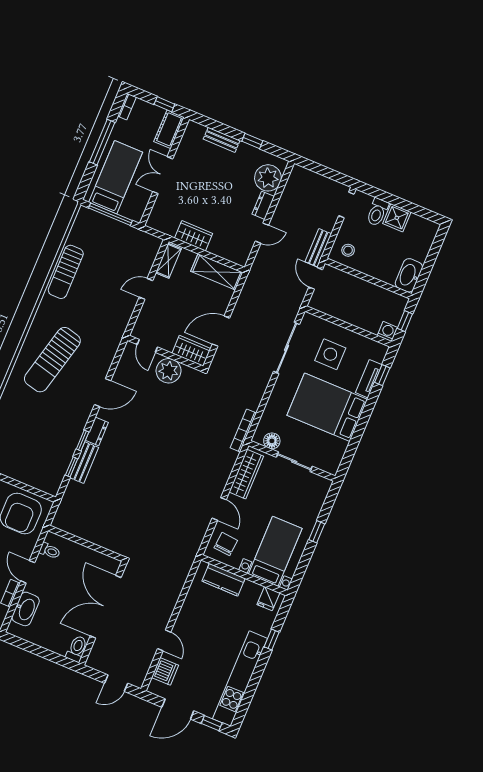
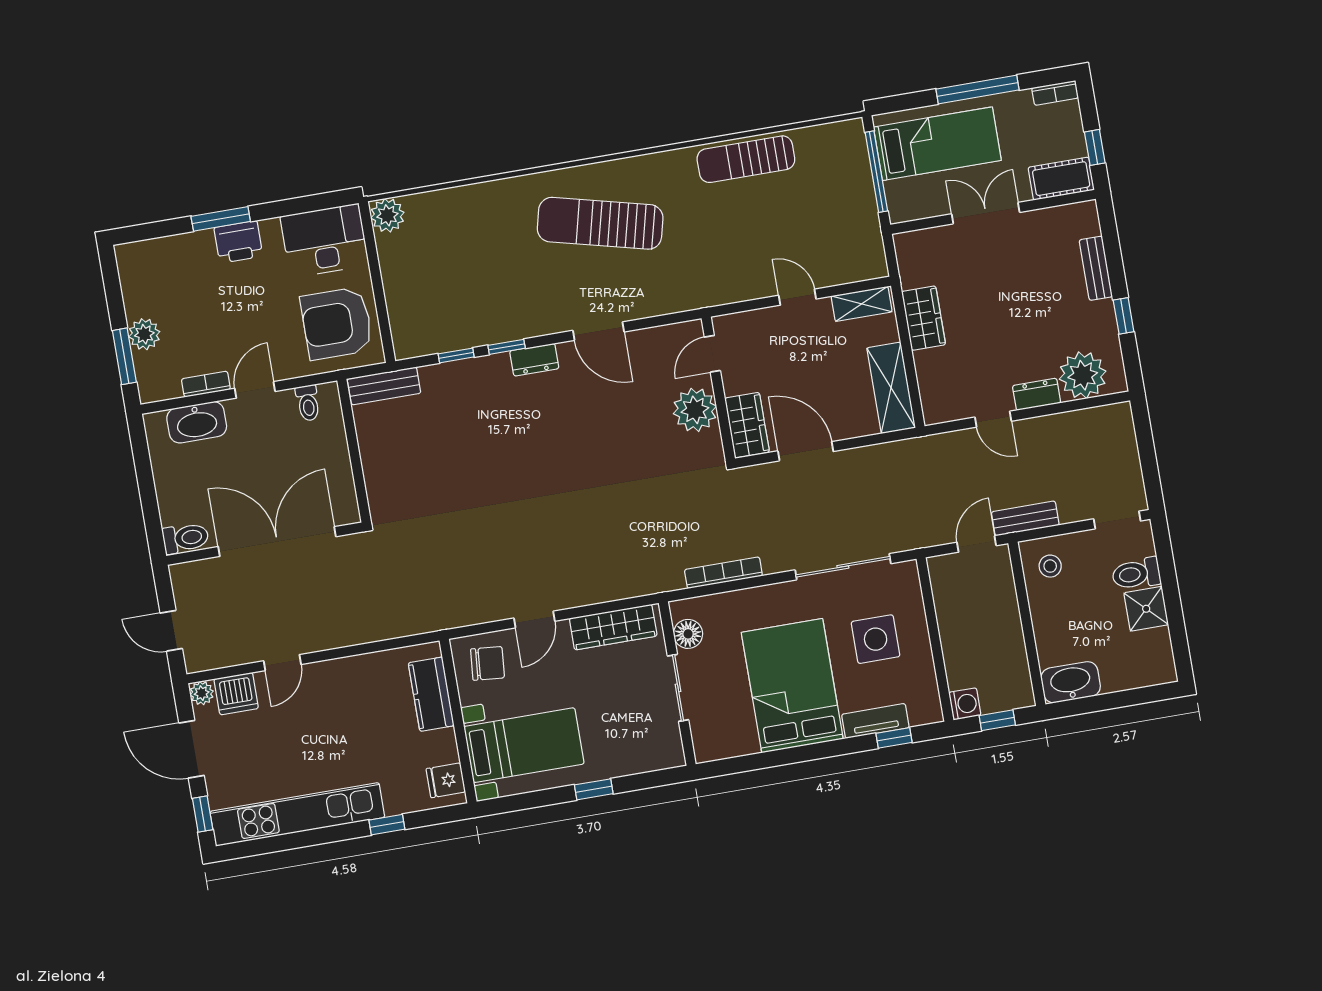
bookcase: (243, 430) -> (723, 573), moved
bench: (84, 463) -> (384, 386), moved
plant: (154, 687) -> (202, 693), added

